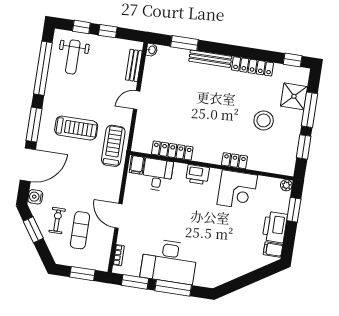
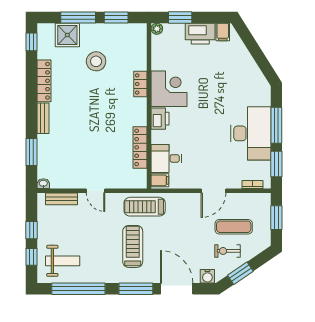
bench: (210, 59) -> (43, 118), width x0.73
corner desk: (237, 190) -> (169, 89), moved

